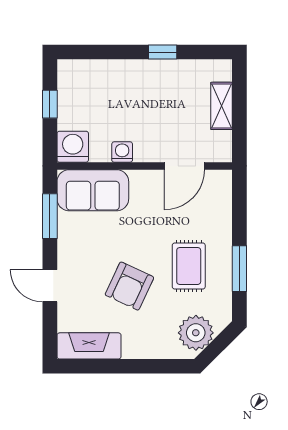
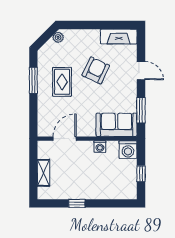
plant: (196, 333) -> (58, 37), width x0.53, depth x0.53

